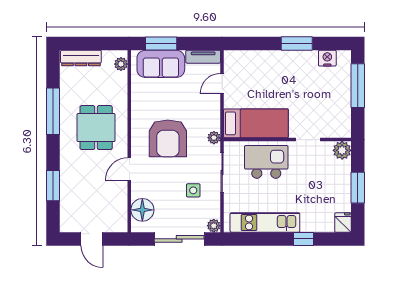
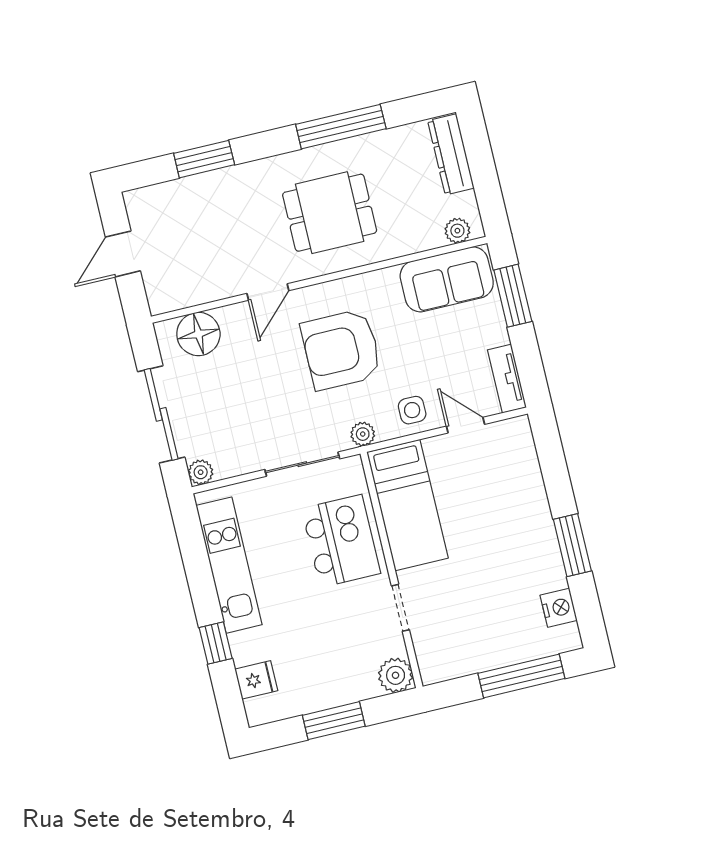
sofa: (161, 64) -> (447, 279), moved, turned -90
door: (129, 169) -> (268, 292), swing flipped
side table: (193, 190) -> (412, 410), moved
fridge: (343, 223) -> (256, 680), moved

